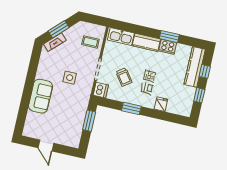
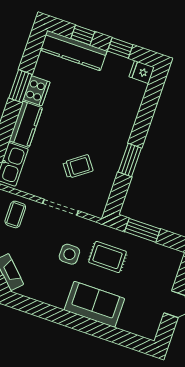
dishwasher: (101, 90) -> (95, 206), removed
rug: (70, 101) -> (108, 257), added
fridge: (161, 104) -> (142, 72), moved

